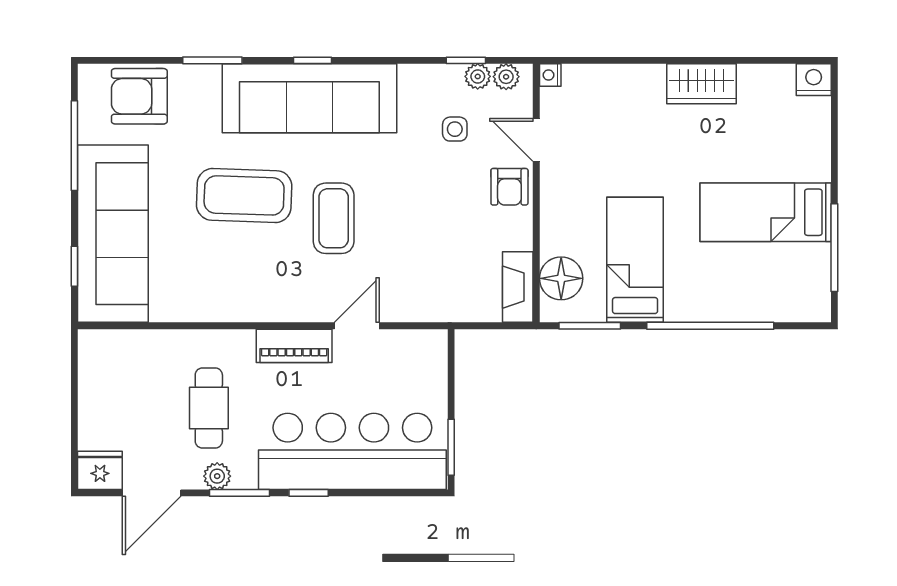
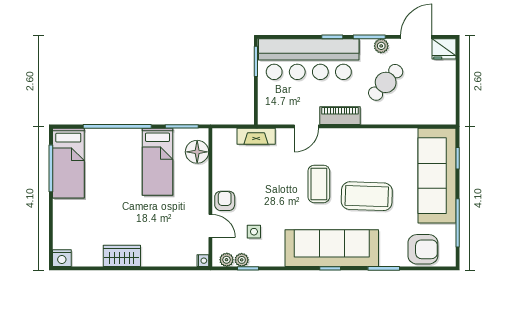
bed: (766, 212) -> (68, 163), moved, turned 90
fireplace: (518, 287) -> (256, 136), moved, turned 90
cafe table: (209, 408) -> (386, 82), turned 42

